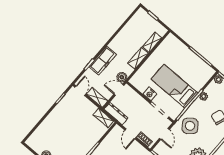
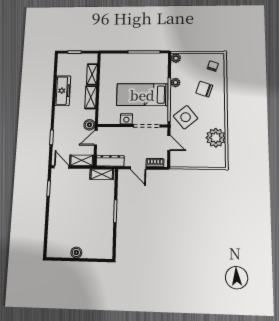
freezer: (103, 61) -> (63, 91), moved

